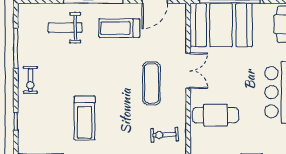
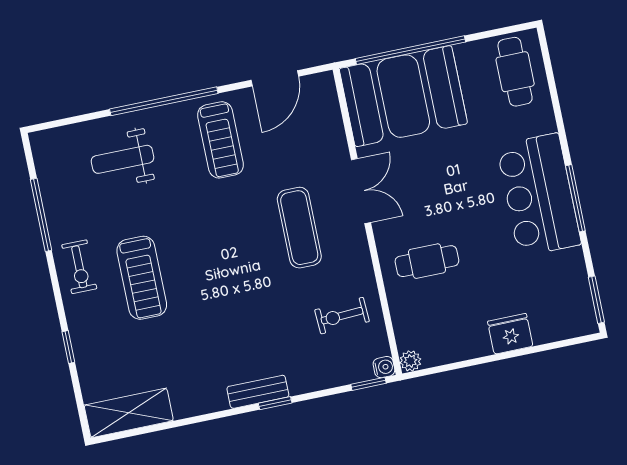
treadmill: (119, 28) -> (220, 140), turned -90
cafe table: (216, 115) -> (427, 261), width x0.73, depth x0.74
treadmill: (85, 118) -> (142, 278), moved

